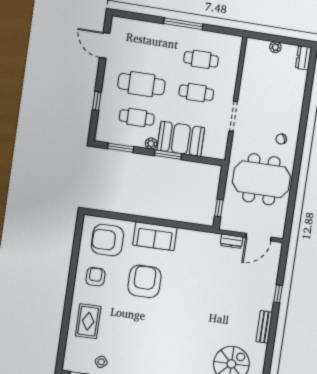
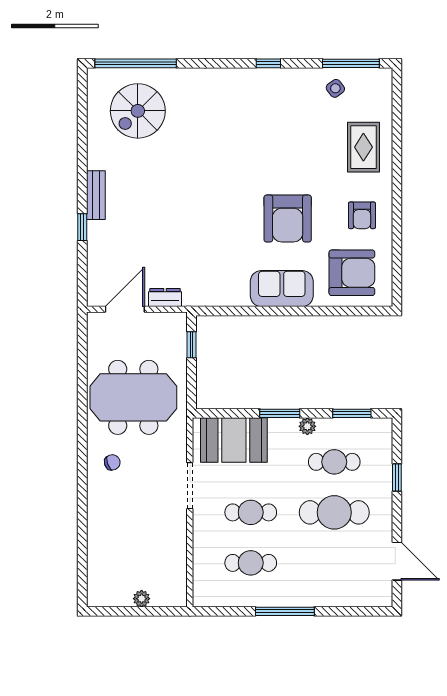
dresser: (304, 58) -> (96, 589), removed
booth: (181, 139) -> (234, 440), moved
bench: (264, 327) -> (96, 195), moved

